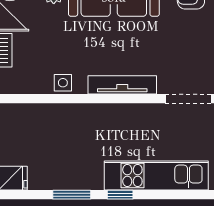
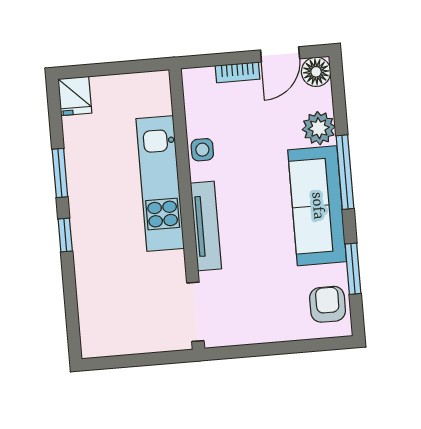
kitchen unit: (156, 176) -> (160, 183), moved, turned 180

